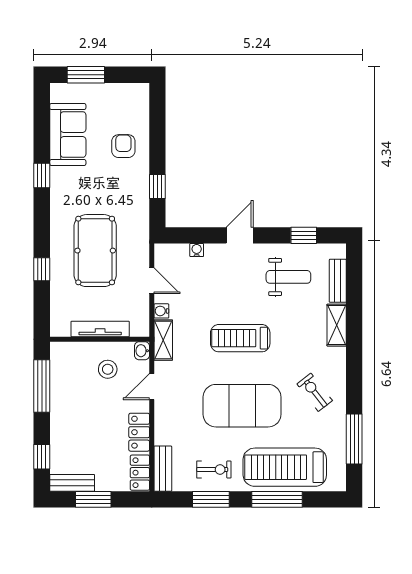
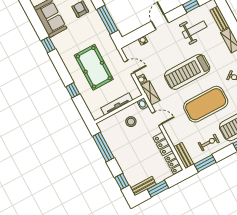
window: (157, 187) -> (107, 20), width x2.17
treadmill: (240, 338) -> (187, 72), width x1.37, depth x1.38
door: (152, 387) -> (157, 119), swing flipped
window: (211, 499) -> (205, 163), moved

